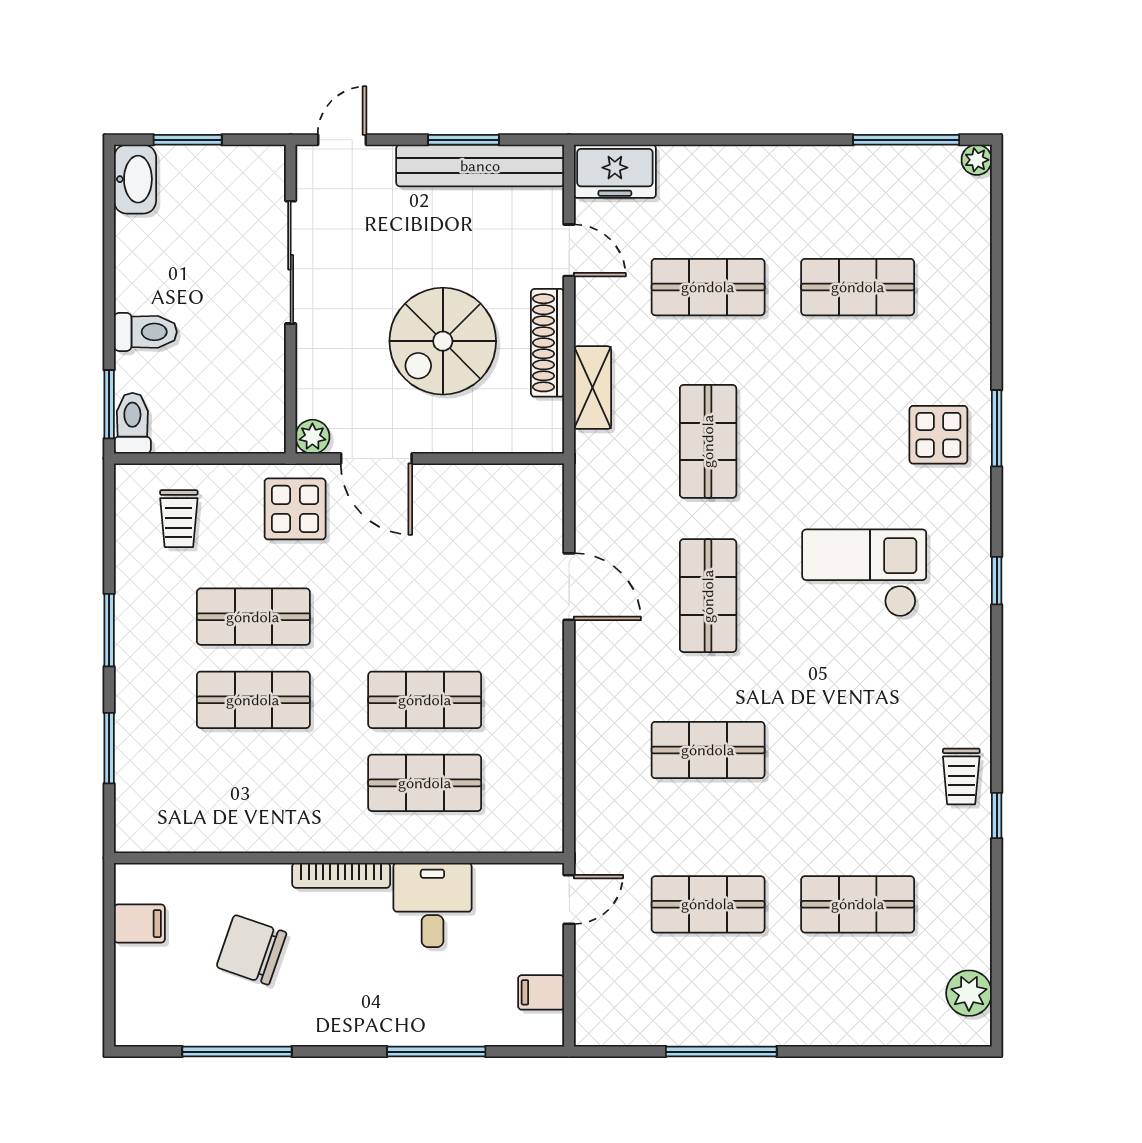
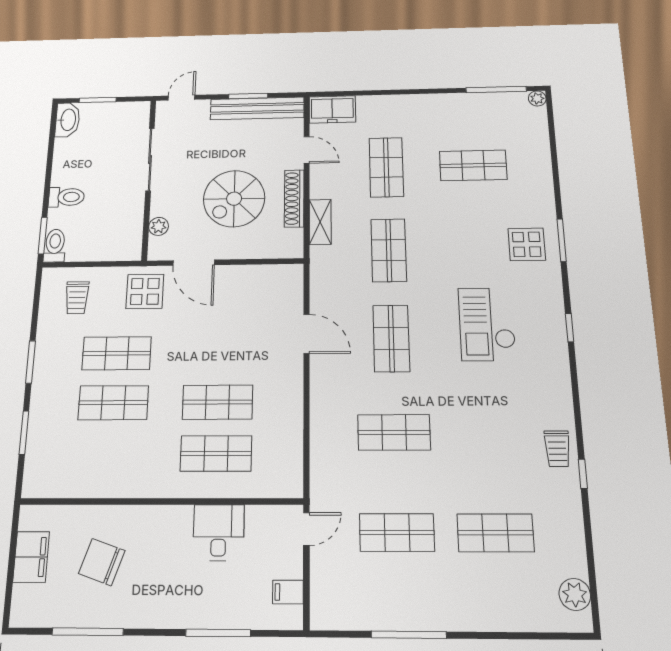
shop shelf: (708, 287) -> (386, 167), turned 90
plant: (312, 437) -> (159, 226), moved
checkout: (864, 573) -> (487, 324), turned -90
bookcase: (341, 875) -> (161, 513), removed
filing cabinet: (139, 924) -> (31, 557), width x2.00

